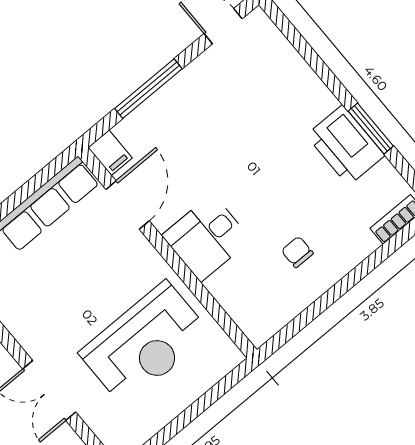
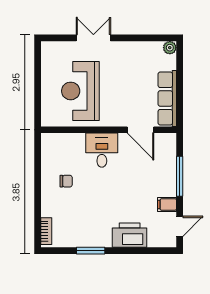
printer: (345, 145) -> (130, 235), moved
filing cabinet: (110, 153) -> (167, 204), moved

